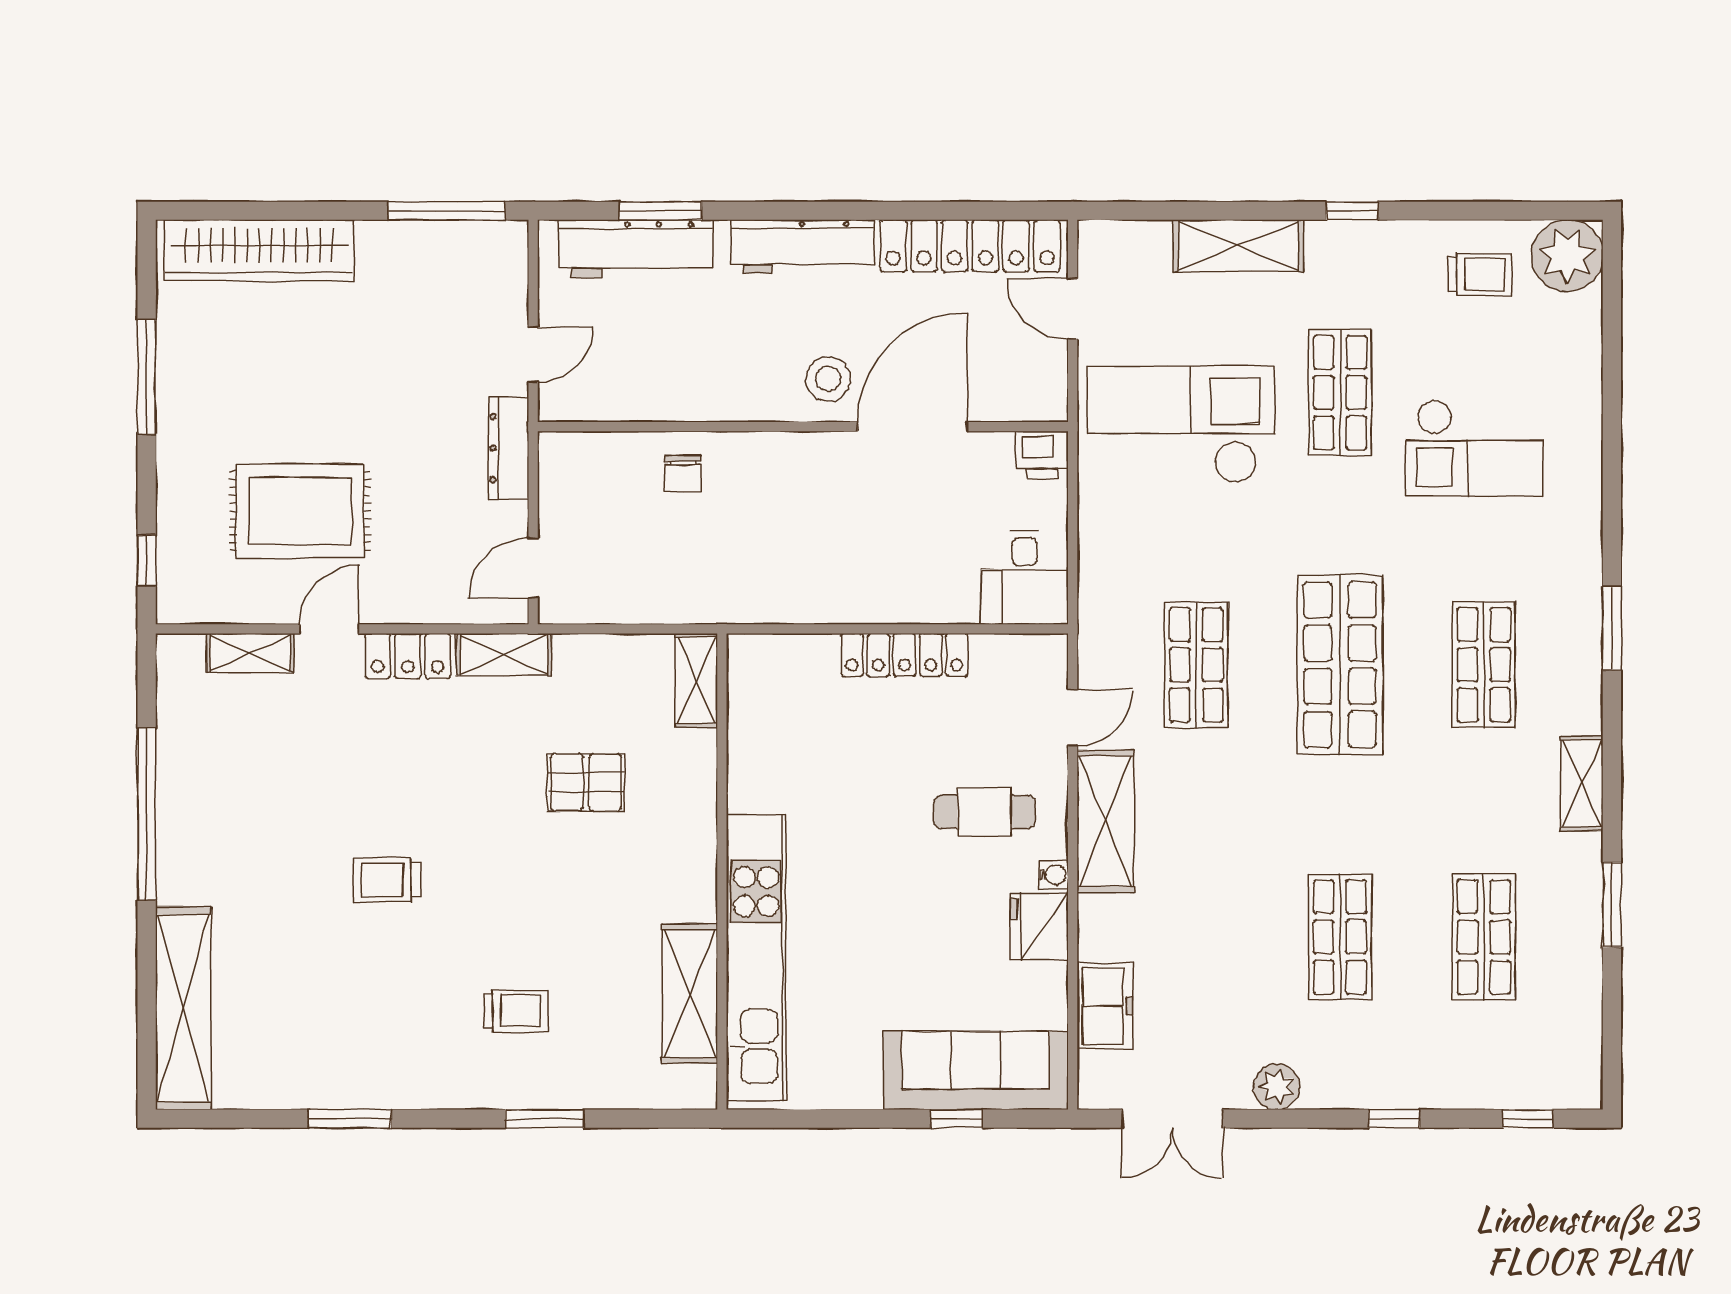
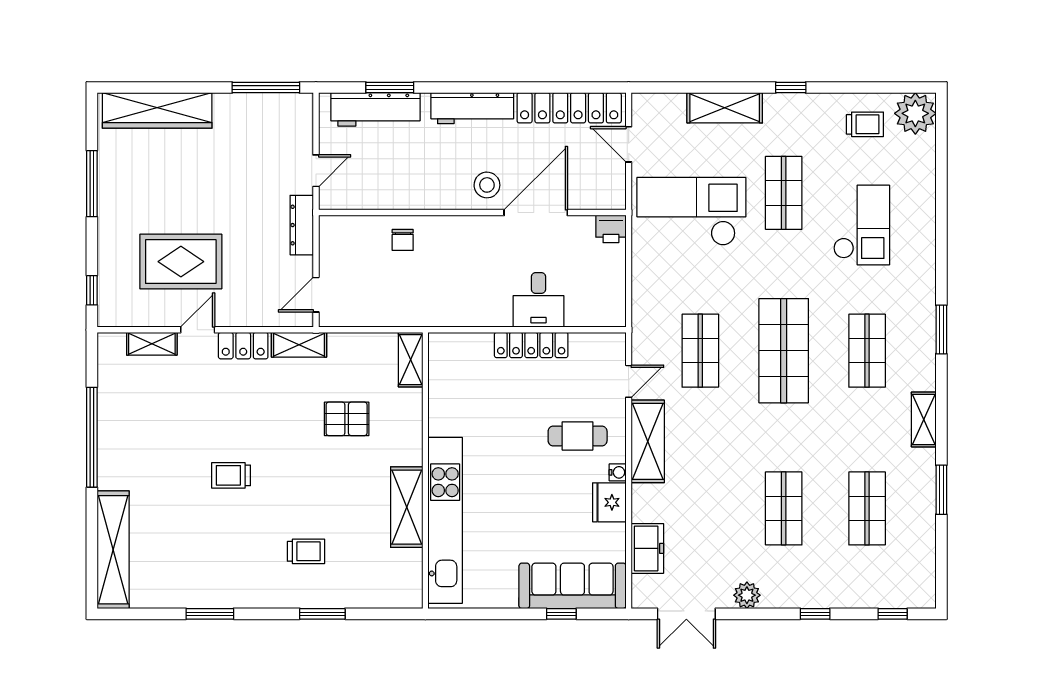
checkout: (1474, 448) -> (862, 225), turned -90
desk: (1024, 577) -> (538, 300), moved
shelving: (690, 994) -> (407, 507), moved

